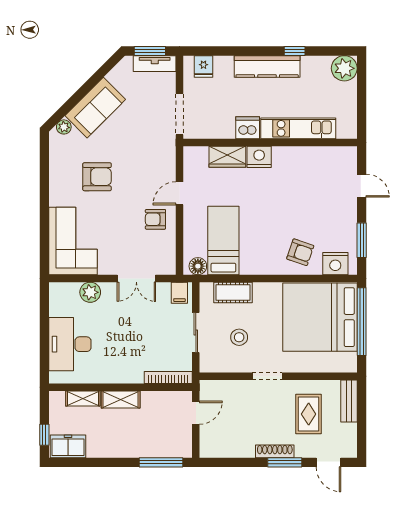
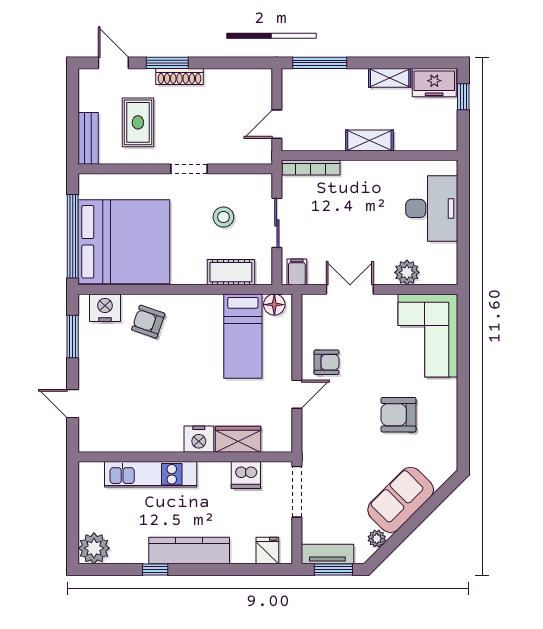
plant: (64, 127) -> (377, 539), moved
dishwasher: (248, 128) -> (246, 475), moved
shelving: (83, 398) -> (390, 78), moved

